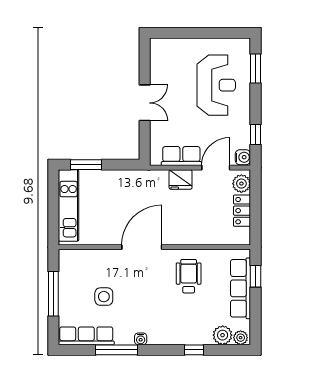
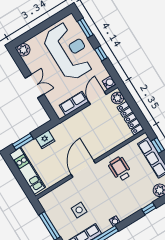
plant: (159, 47) -> (23, 50), added
reception desk: (216, 85) -> (69, 51), width x1.36, depth x1.30
window: (255, 134) -> (101, 54), moved
fridge: (181, 180) -> (45, 139), moved
locker: (242, 211) -> (130, 118), width x1.53

